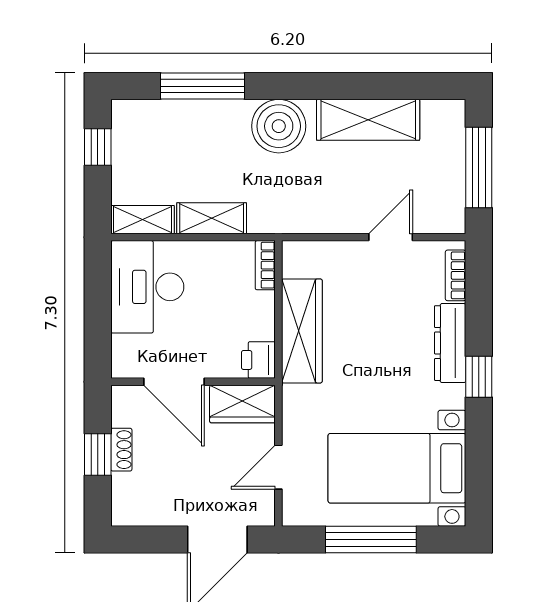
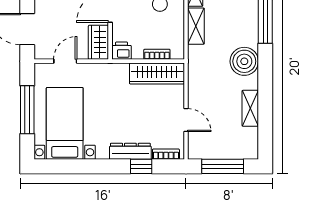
shelving: (368, 120) -> (250, 108), width x0.67, depth x0.75
bookcase: (265, 265) -> (157, 54), moved
wardrobe: (302, 331) -> (157, 73), moved
window: (479, 377) -> (141, 166), moved
door: (278, 467) -> (65, 61), hinge flipped

